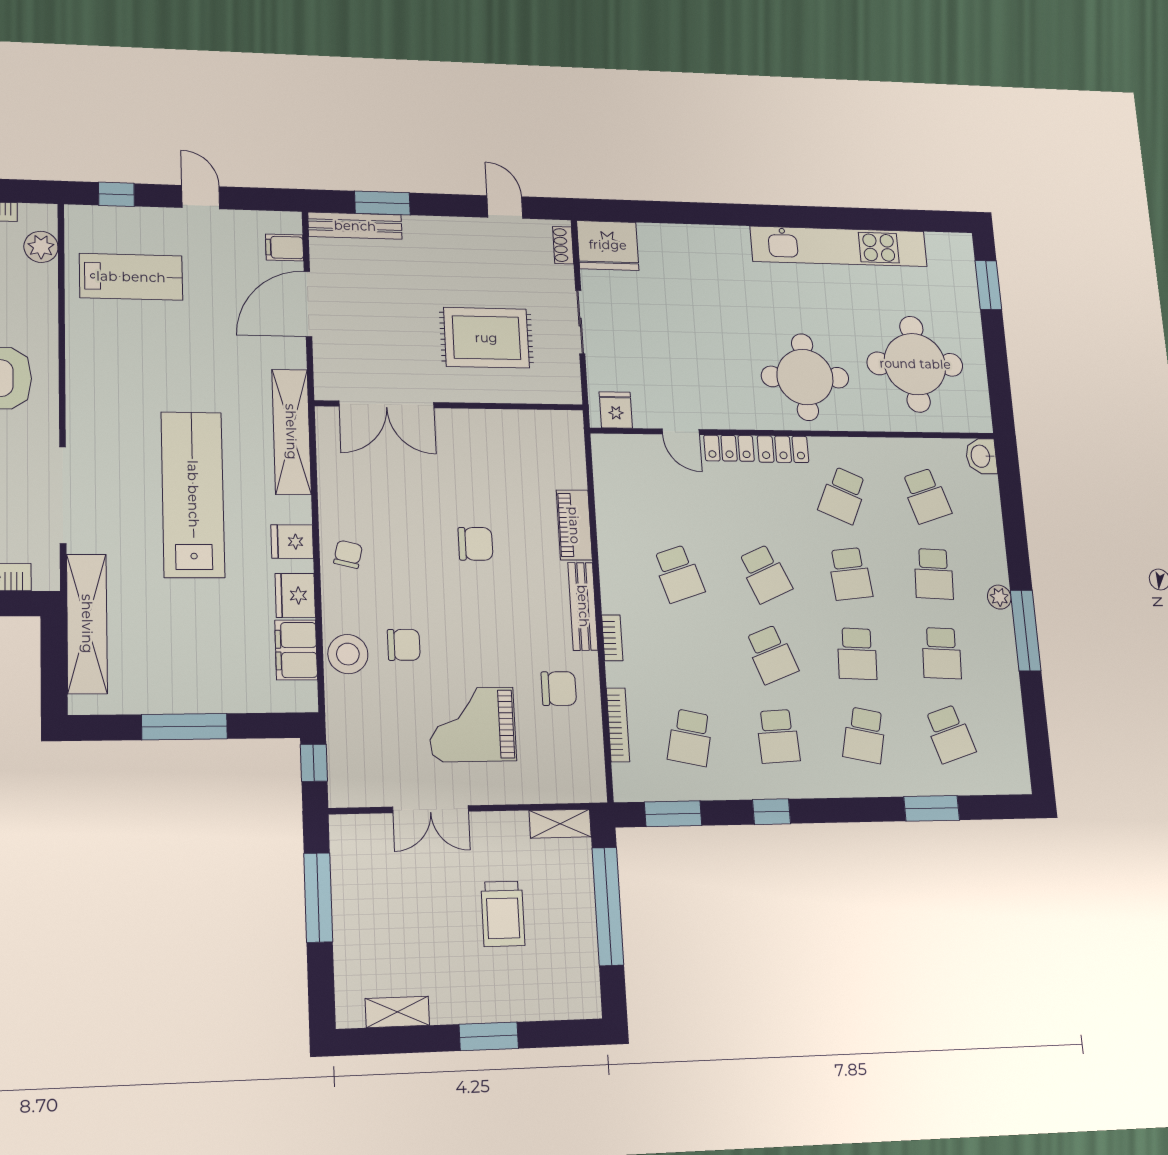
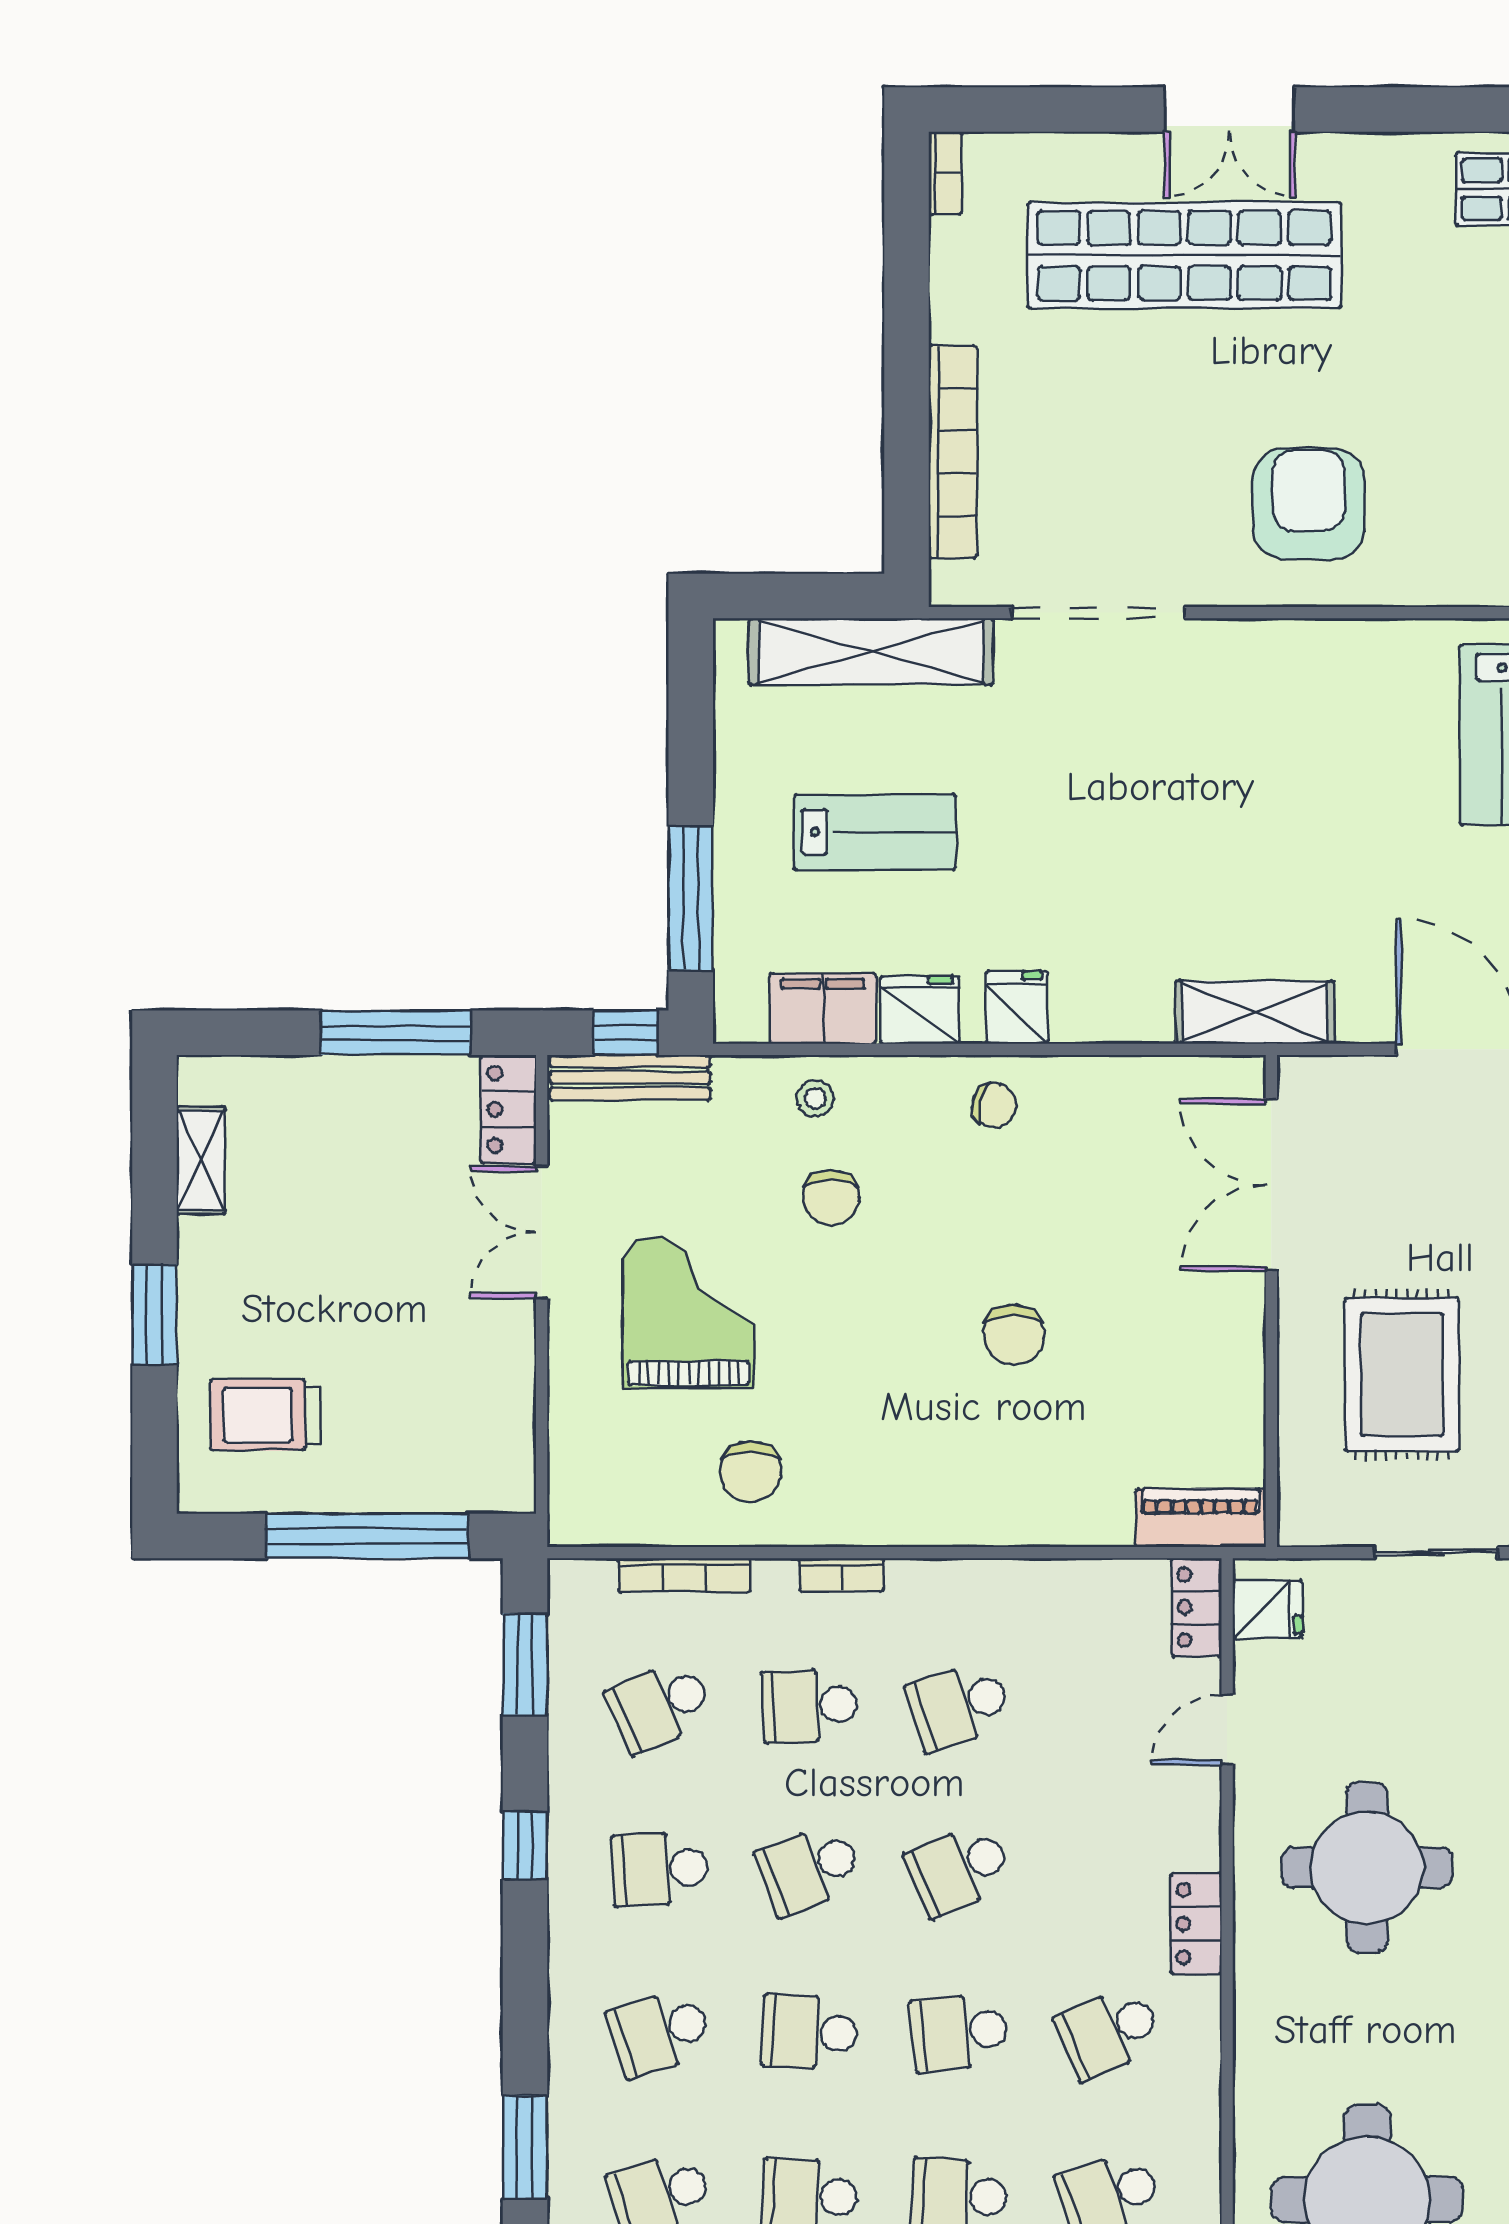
round table: (805, 377) -> (1367, 1867), moved
shelving: (291, 432) -> (1255, 1012), width x0.68
locker: (729, 448) -> (1197, 1607), moved
lab bench: (193, 494) -> (875, 832), moved, width x0.54, depth x0.72
school desk: (843, 495) -> (1109, 2032), turned -48
piano: (574, 525) -> (1201, 1518), moved
bench: (583, 606) -> (630, 1077), moved
stool: (348, 654) -> (815, 1099), width x0.53, depth x0.53
school desk: (684, 655) -> (810, 1706), added
window: (184, 727) -> (691, 898), moved
school desk: (864, 735) -> (660, 2032), turned -30
school desk: (690, 738) -> (660, 1706), turned -36
shelving: (560, 824) -> (512, 1460), removed
locker: (361, 830) -> (509, 1109), added
trolley: (503, 914) -> (265, 1415), moved

